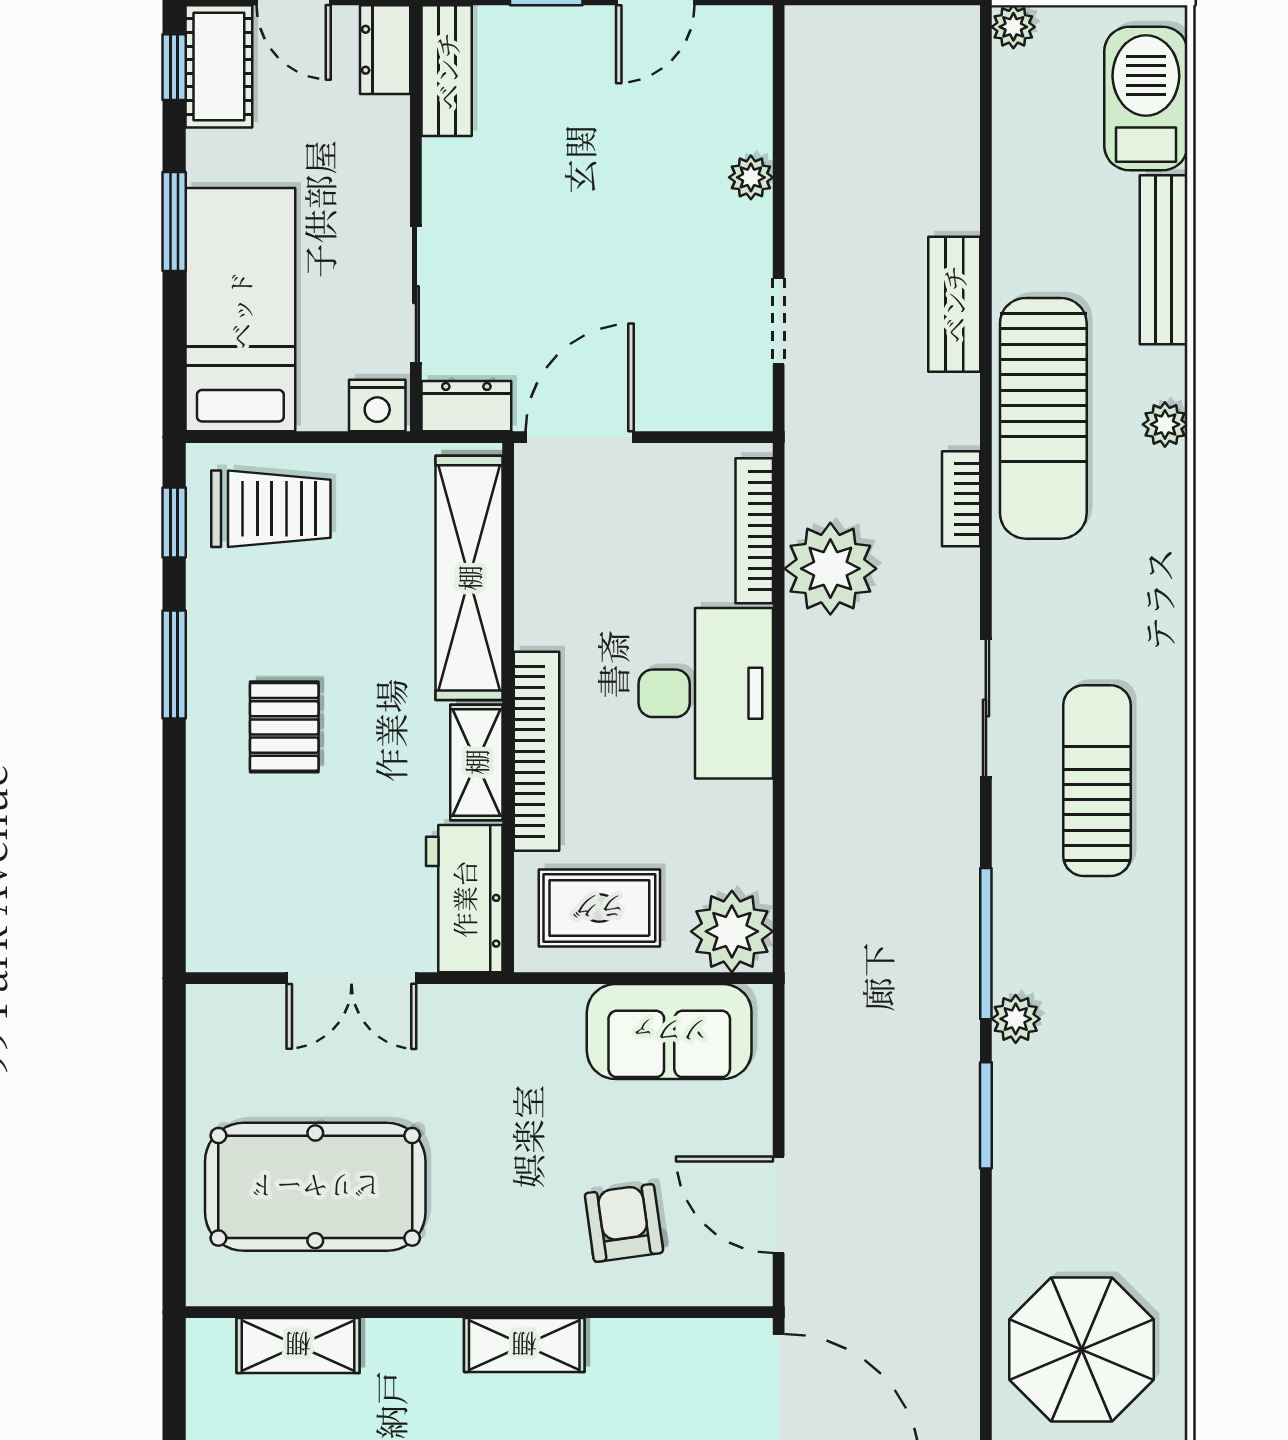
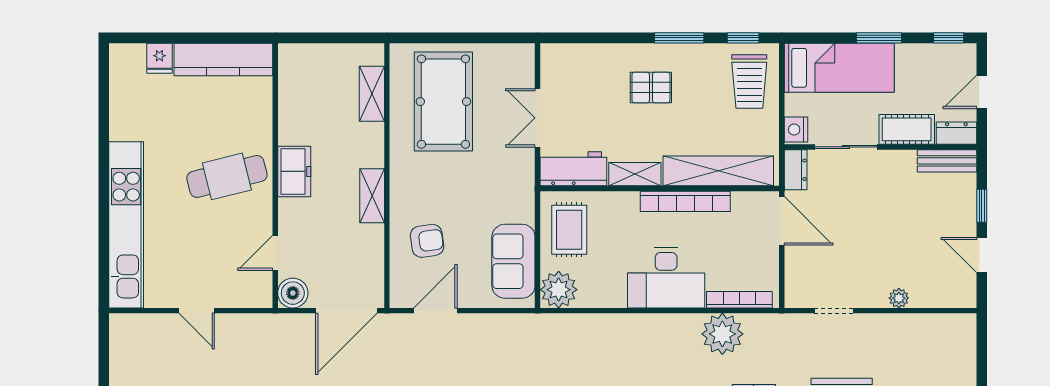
cot: (219, 66) -> (907, 129), moved
bookcase: (536, 751) -> (685, 201), moved

